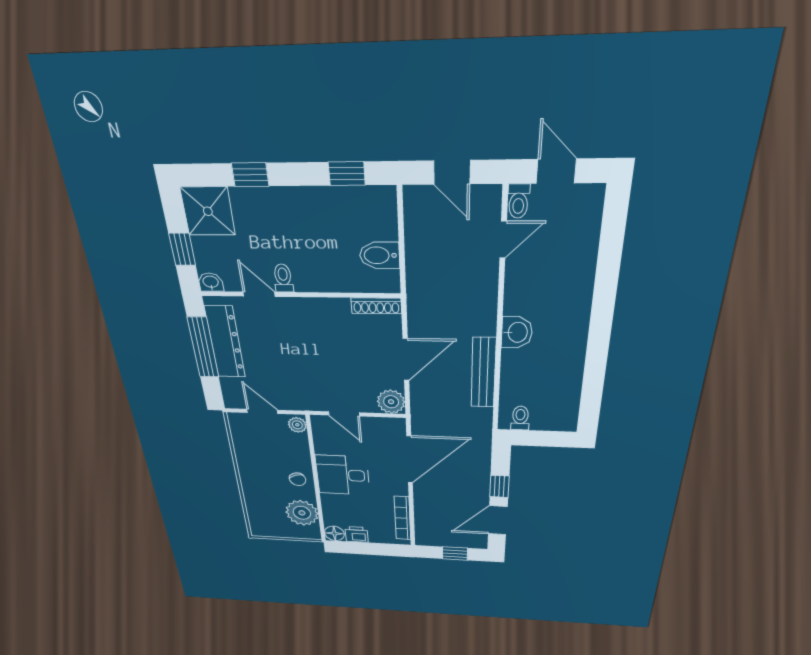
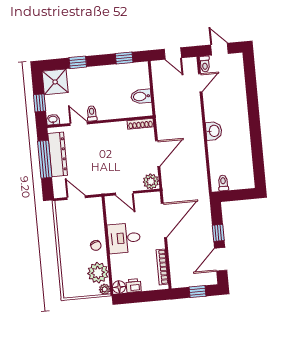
bench: (483, 373) -> (200, 157), removed
plant: (297, 425) -> (105, 289), moved

